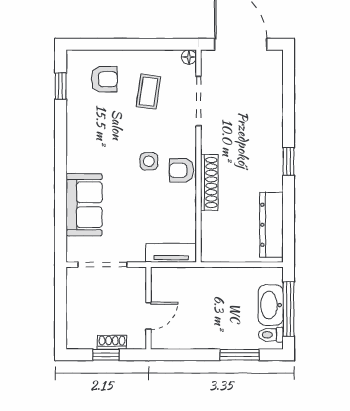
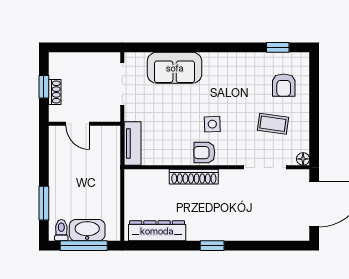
armchair: (182, 170) -> (204, 153), turned -90

